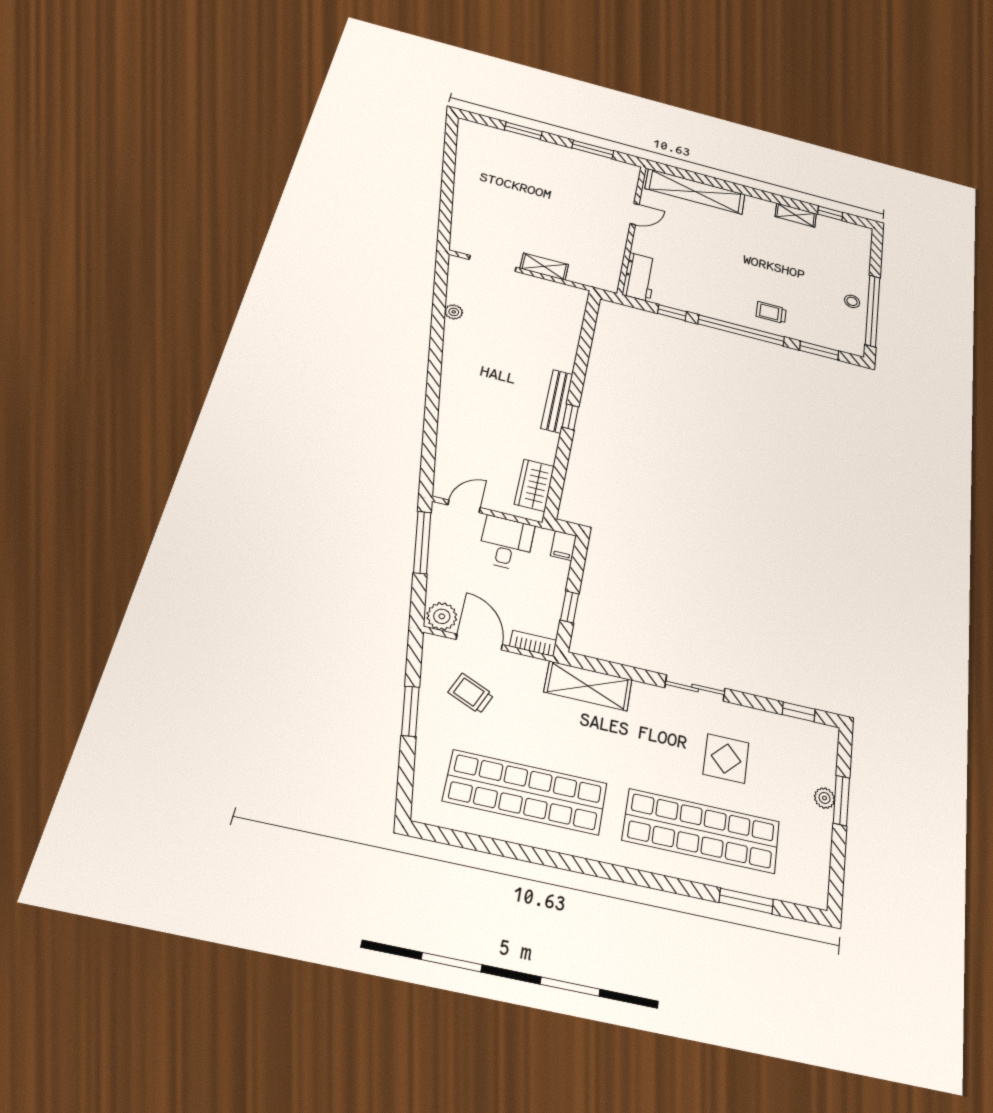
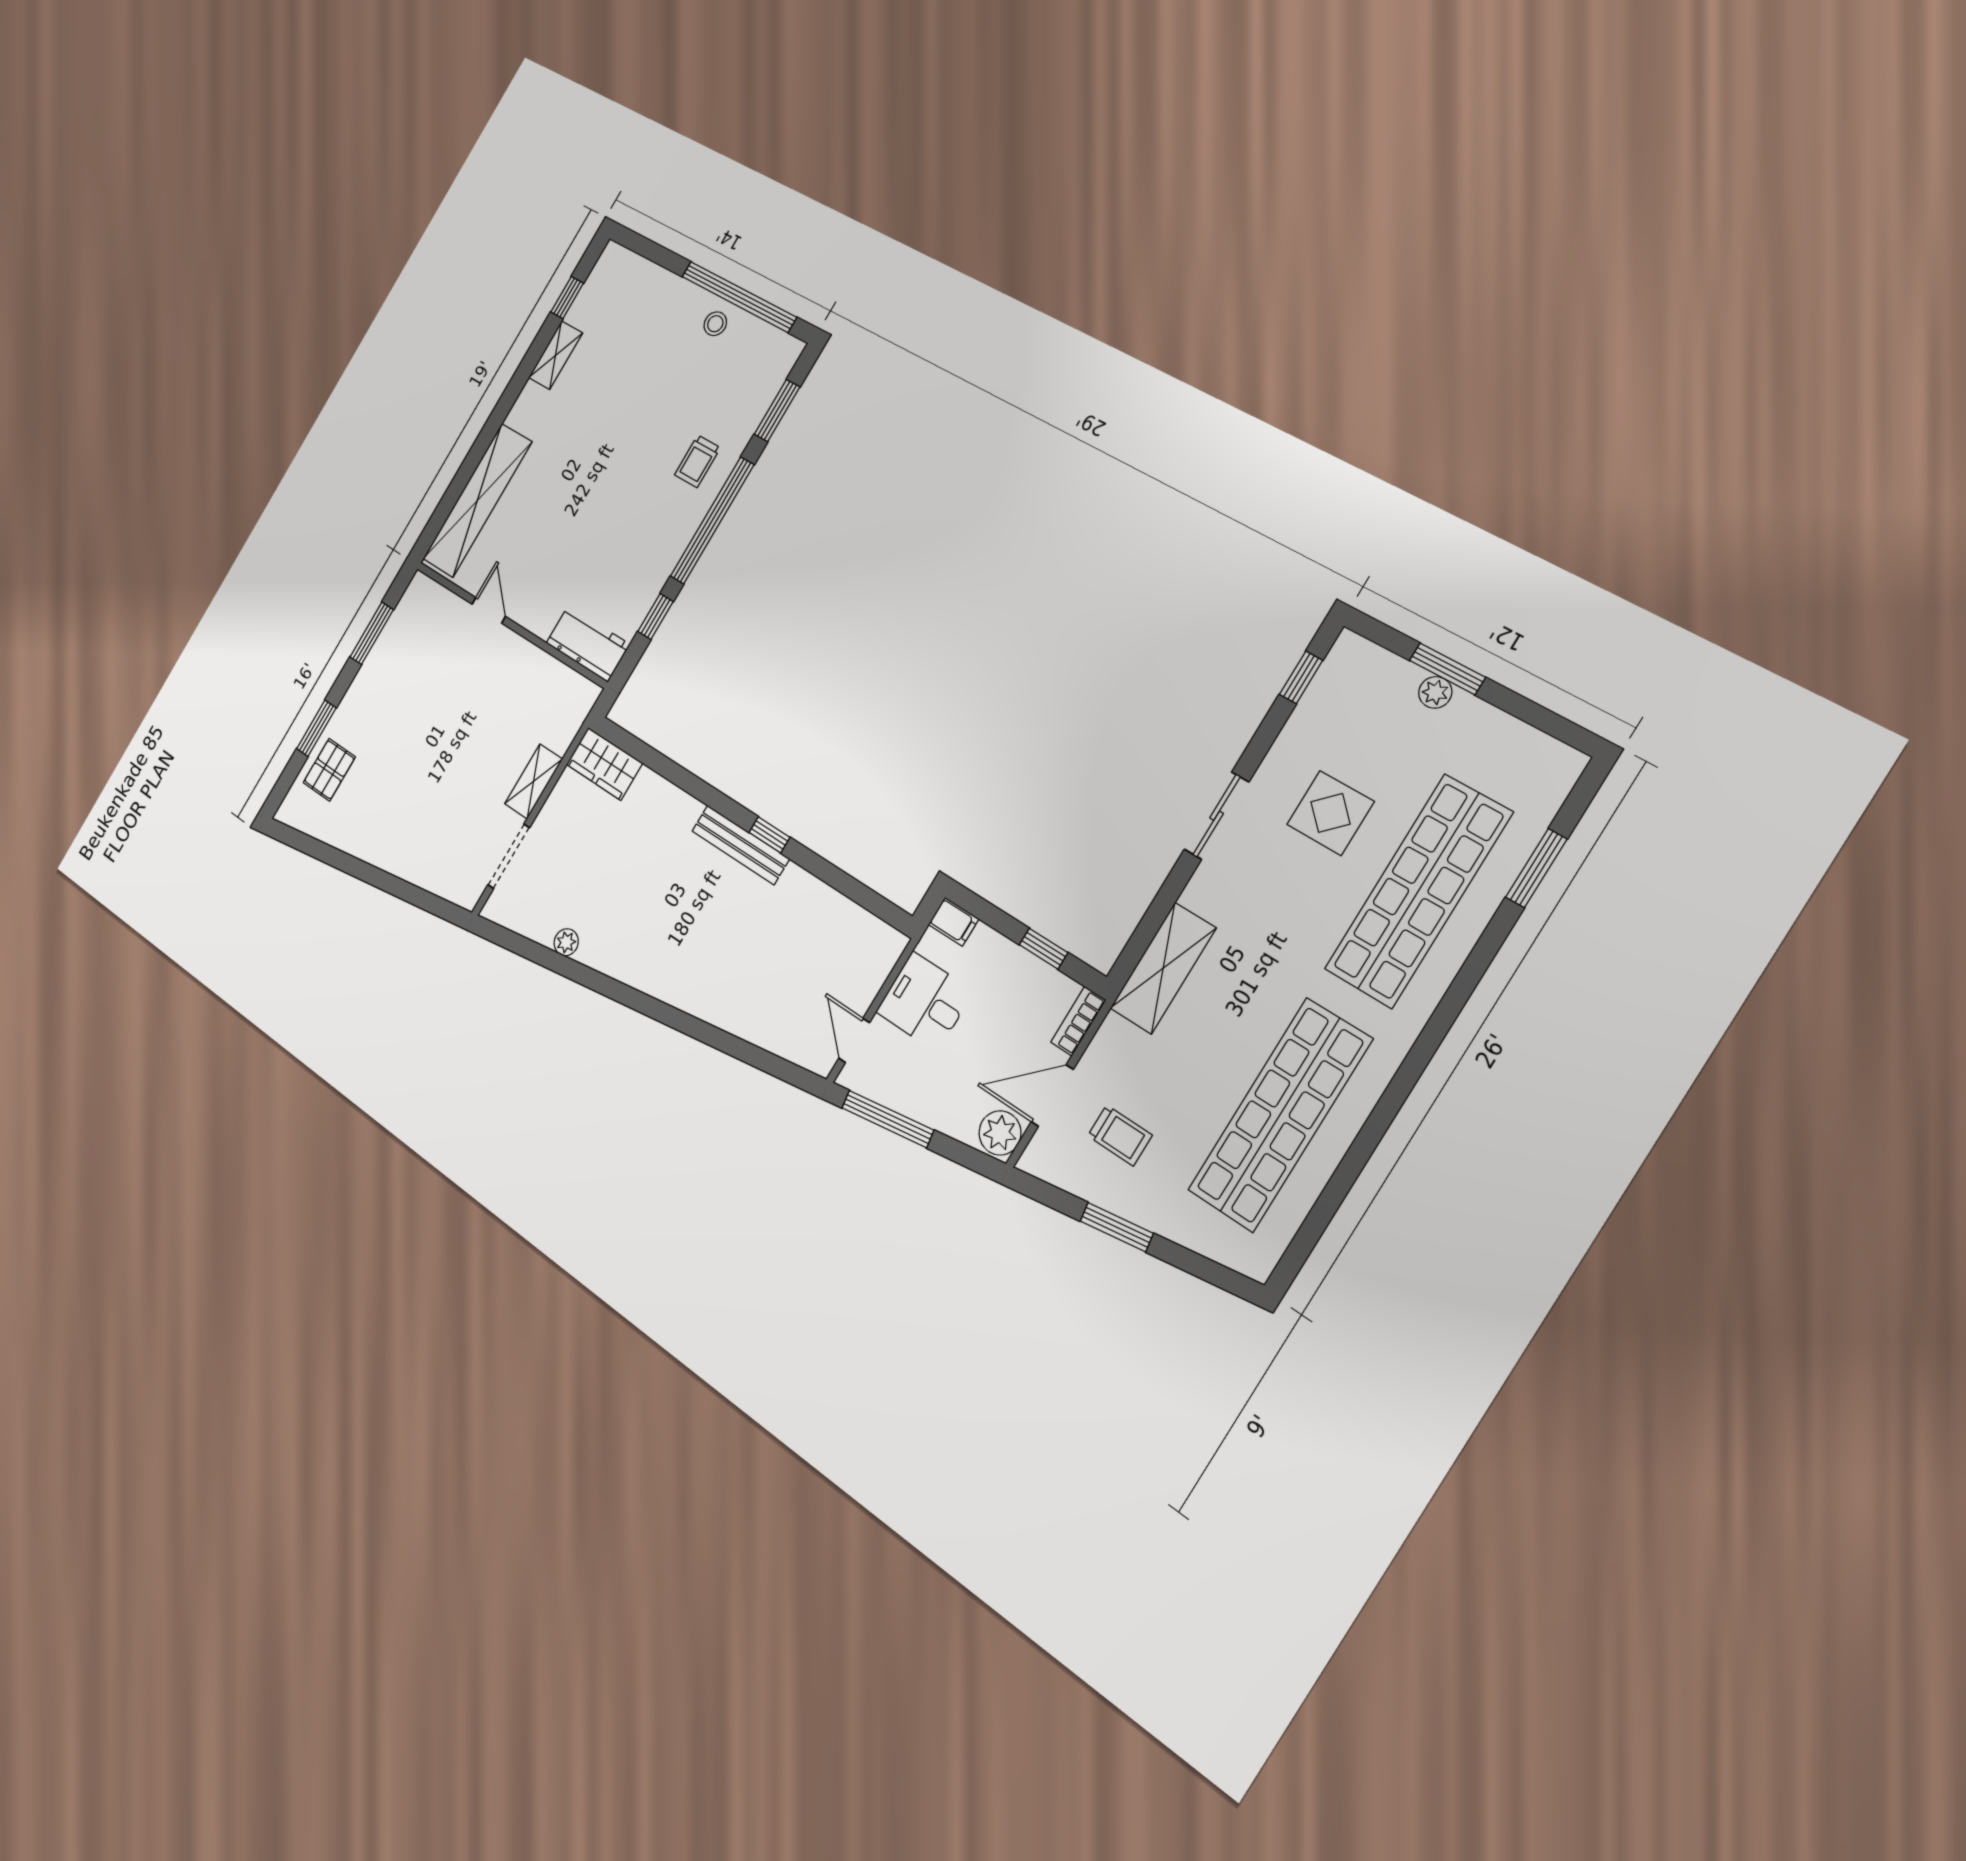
pallet: (501, 144) -> (329, 770), added
wardrobe: (534, 485) -> (604, 764), moved
trolley: (471, 694) -> (1120, 1135), turned -113

